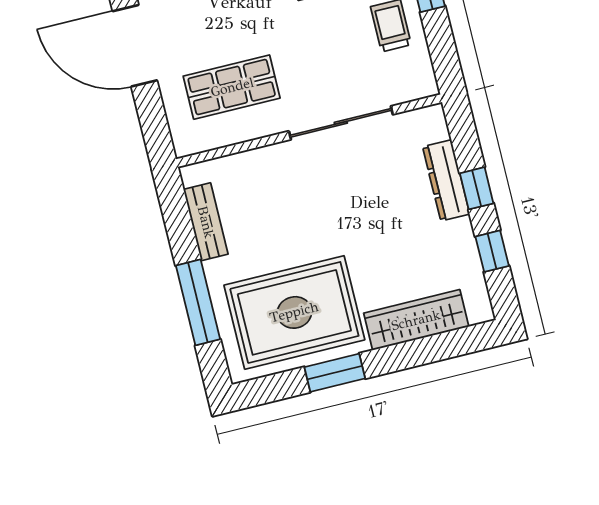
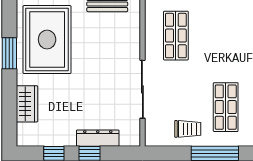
wardrobe: (416, 320) -> (27, 104), width x0.67

